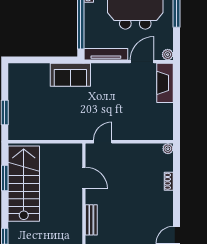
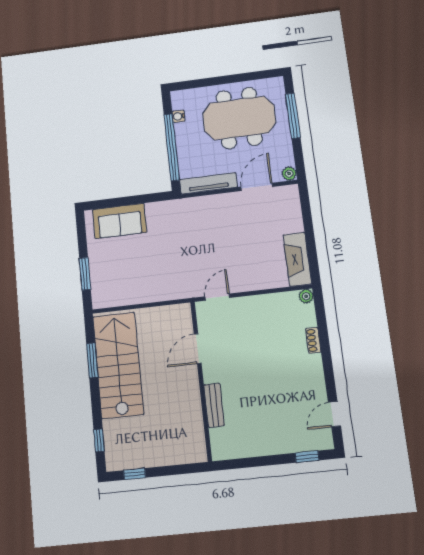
sofa: (70, 75) -> (120, 221), moved
fireplace: (165, 83) -> (297, 259), moved
door: (84, 178) -> (198, 349), swing flipped

